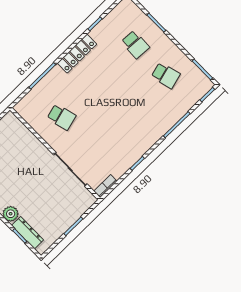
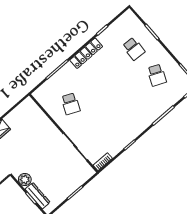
school desk: (166, 75) -> (157, 75), turned 39
school desk: (61, 117) -> (71, 104), turned 39

